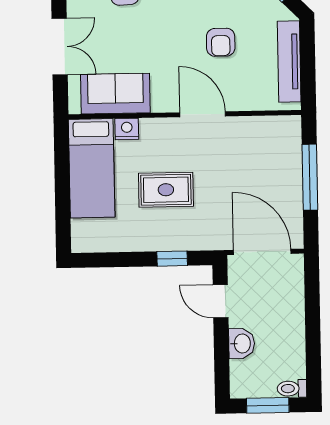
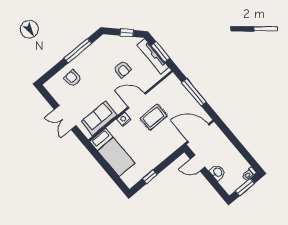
double door: (60, 46) -> (65, 117), swing flipped
window: (308, 65) -> (160, 52), added
nightstand: (127, 129) -> (124, 119), moved
rug: (166, 190) -> (154, 117), moved
window: (172, 259) -> (150, 177), moved

